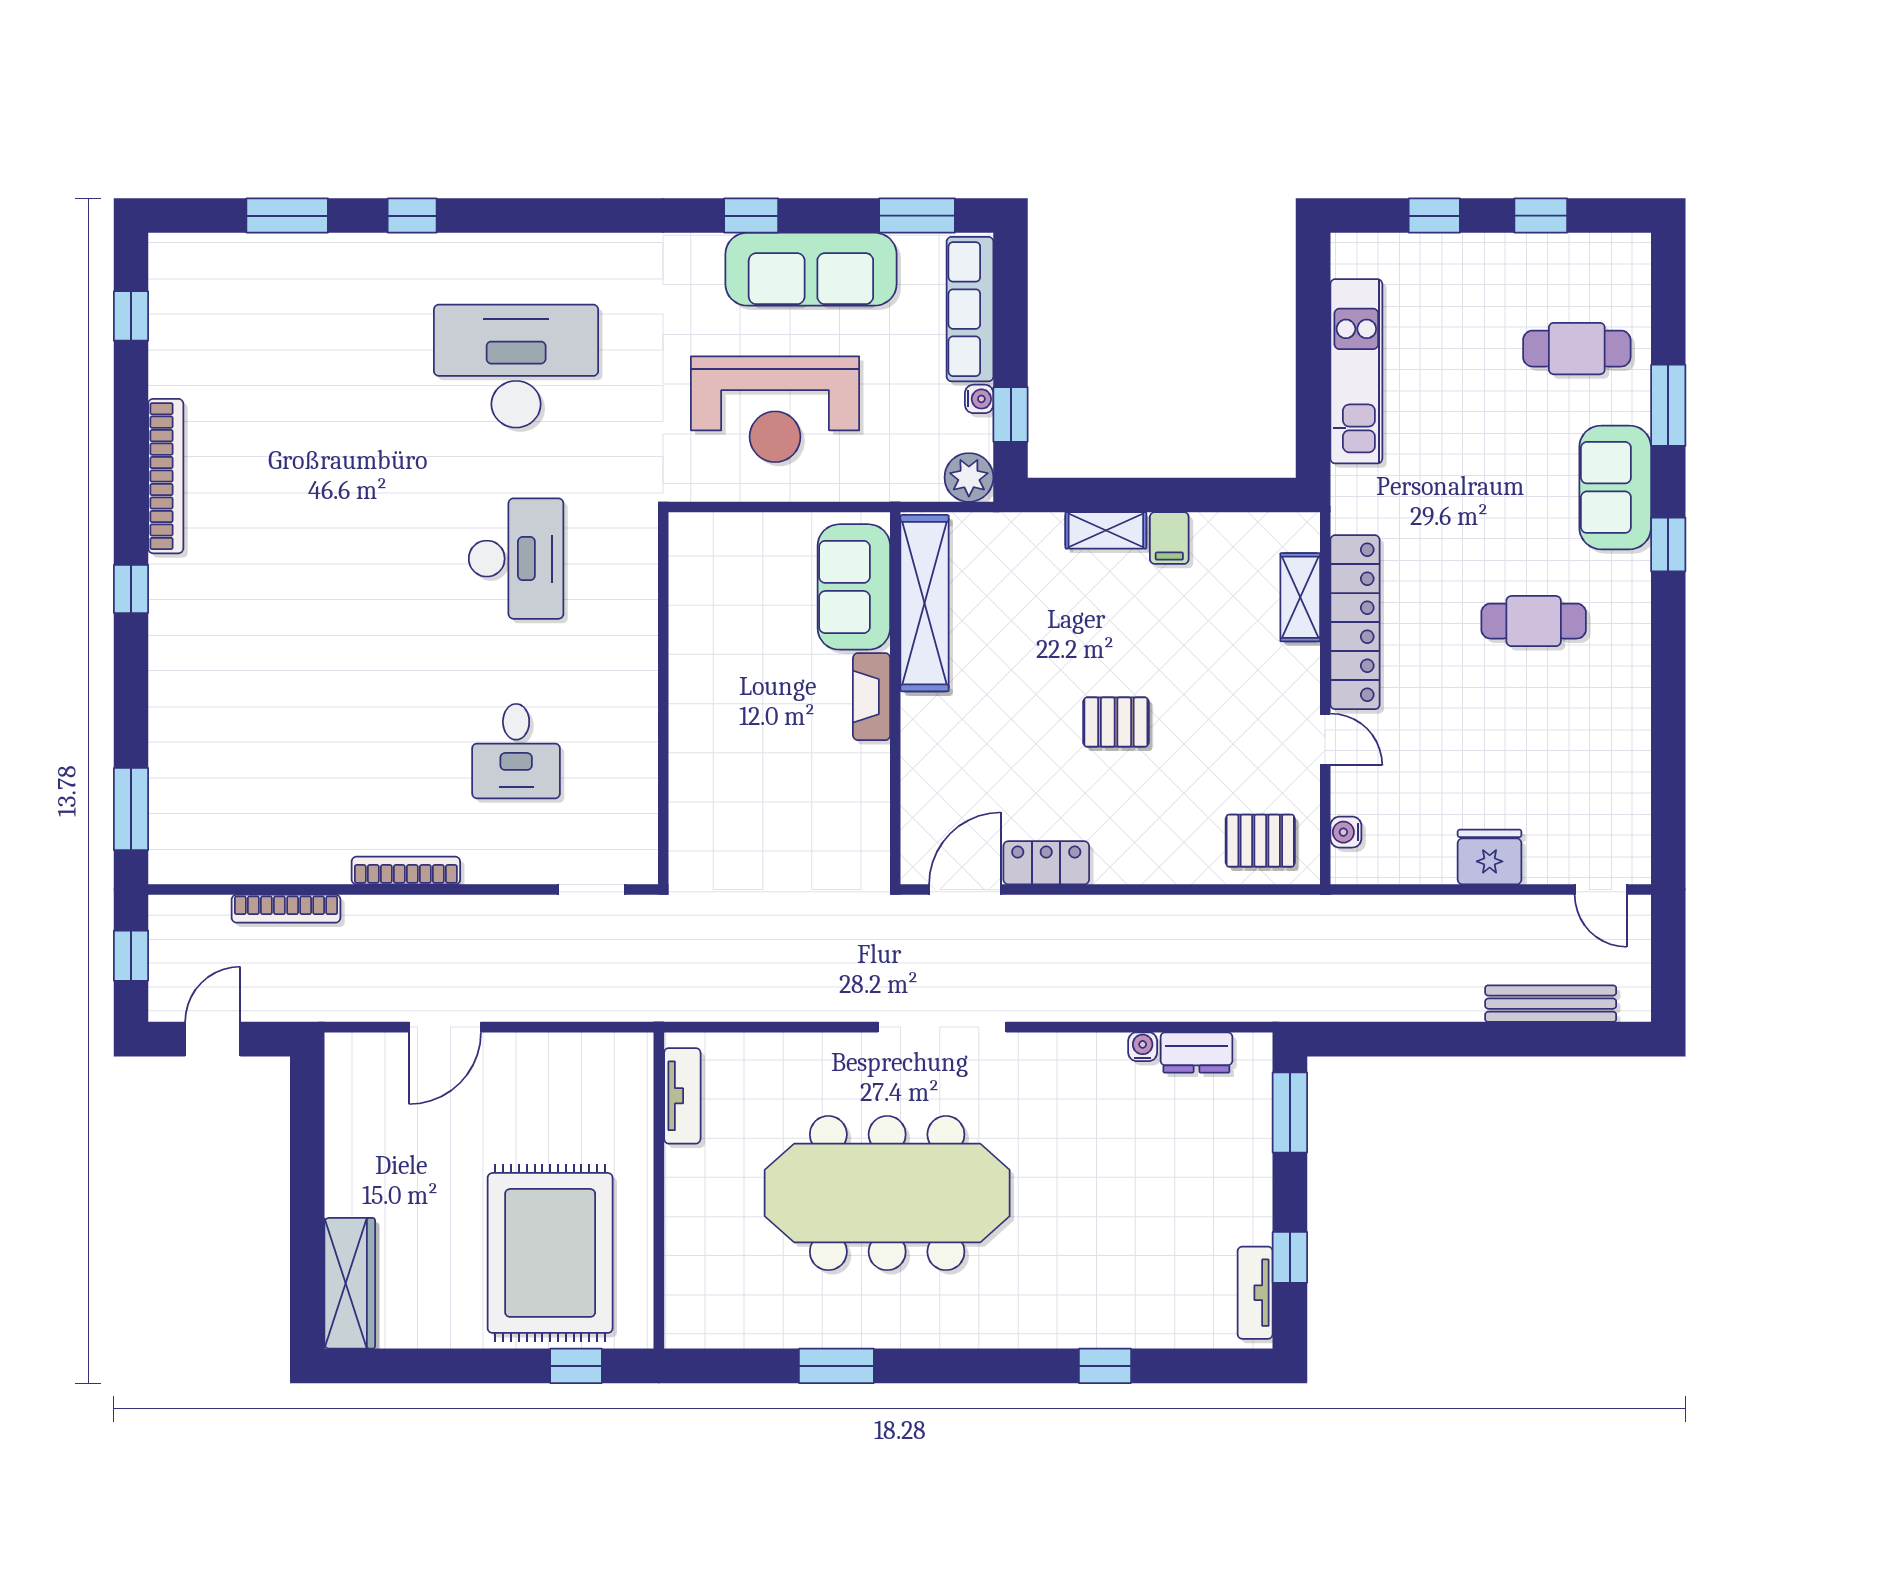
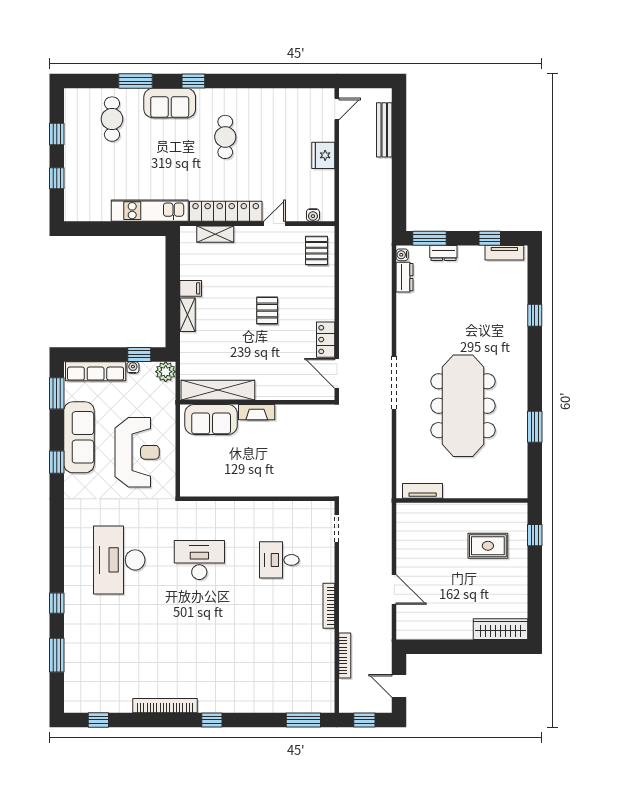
kitchen unit: (1356, 371) -> (150, 211), moved
desk: (516, 751) -> (279, 560), turned 180
water cooler: (1143, 1047) -> (402, 255), moved
dresser: (1255, 1146) -> (443, 253), added
rug: (550, 1253) -> (488, 546), width x0.54, depth x0.49

